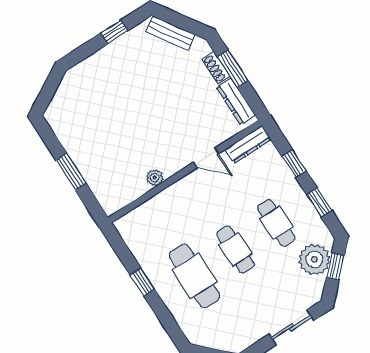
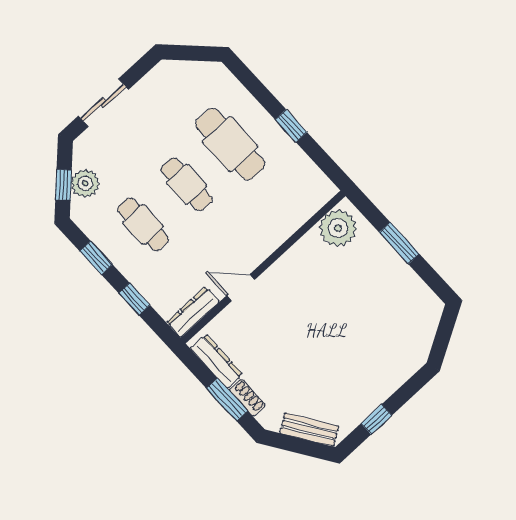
plant: (155, 178) -> (338, 228), moved, width x1.88, depth x1.88
plant: (314, 259) -> (85, 183), width x0.73, depth x0.73

